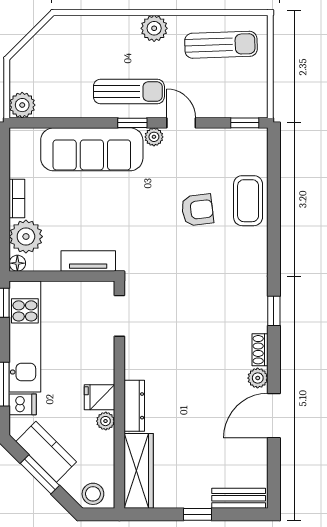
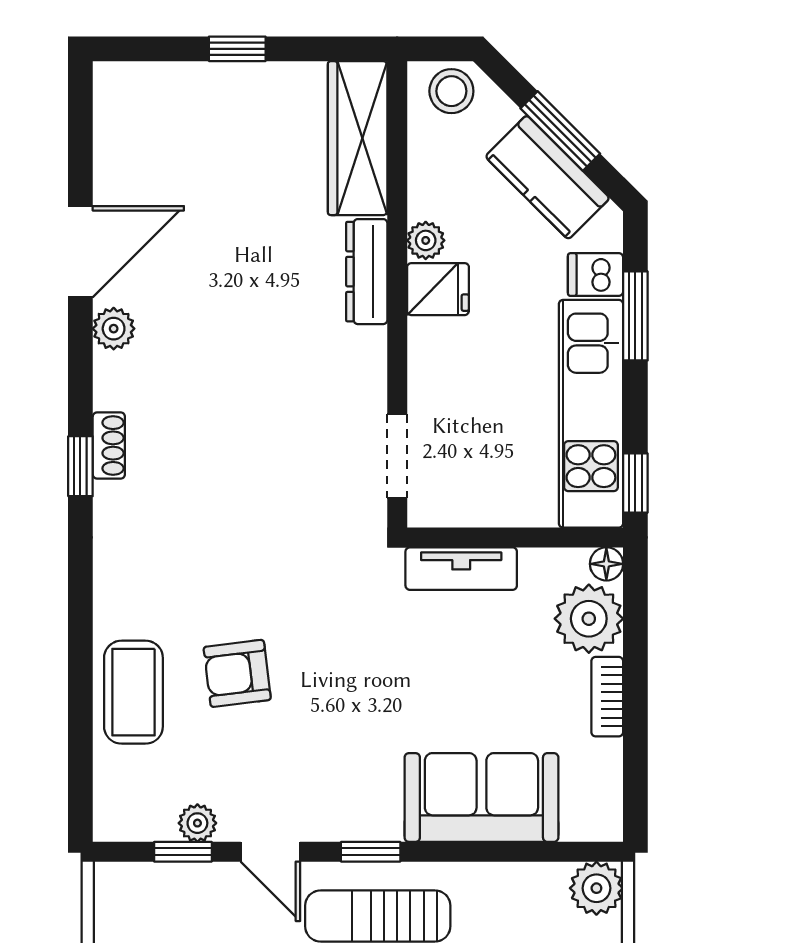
window: (245, 123) -> (183, 852), moved
plant: (154, 137) -> (197, 823), moved
sofa: (92, 149) -> (481, 797), width x0.73
shoe rack: (260, 350) -> (109, 446), moved
bench: (239, 498) -> (153, 82), removed

